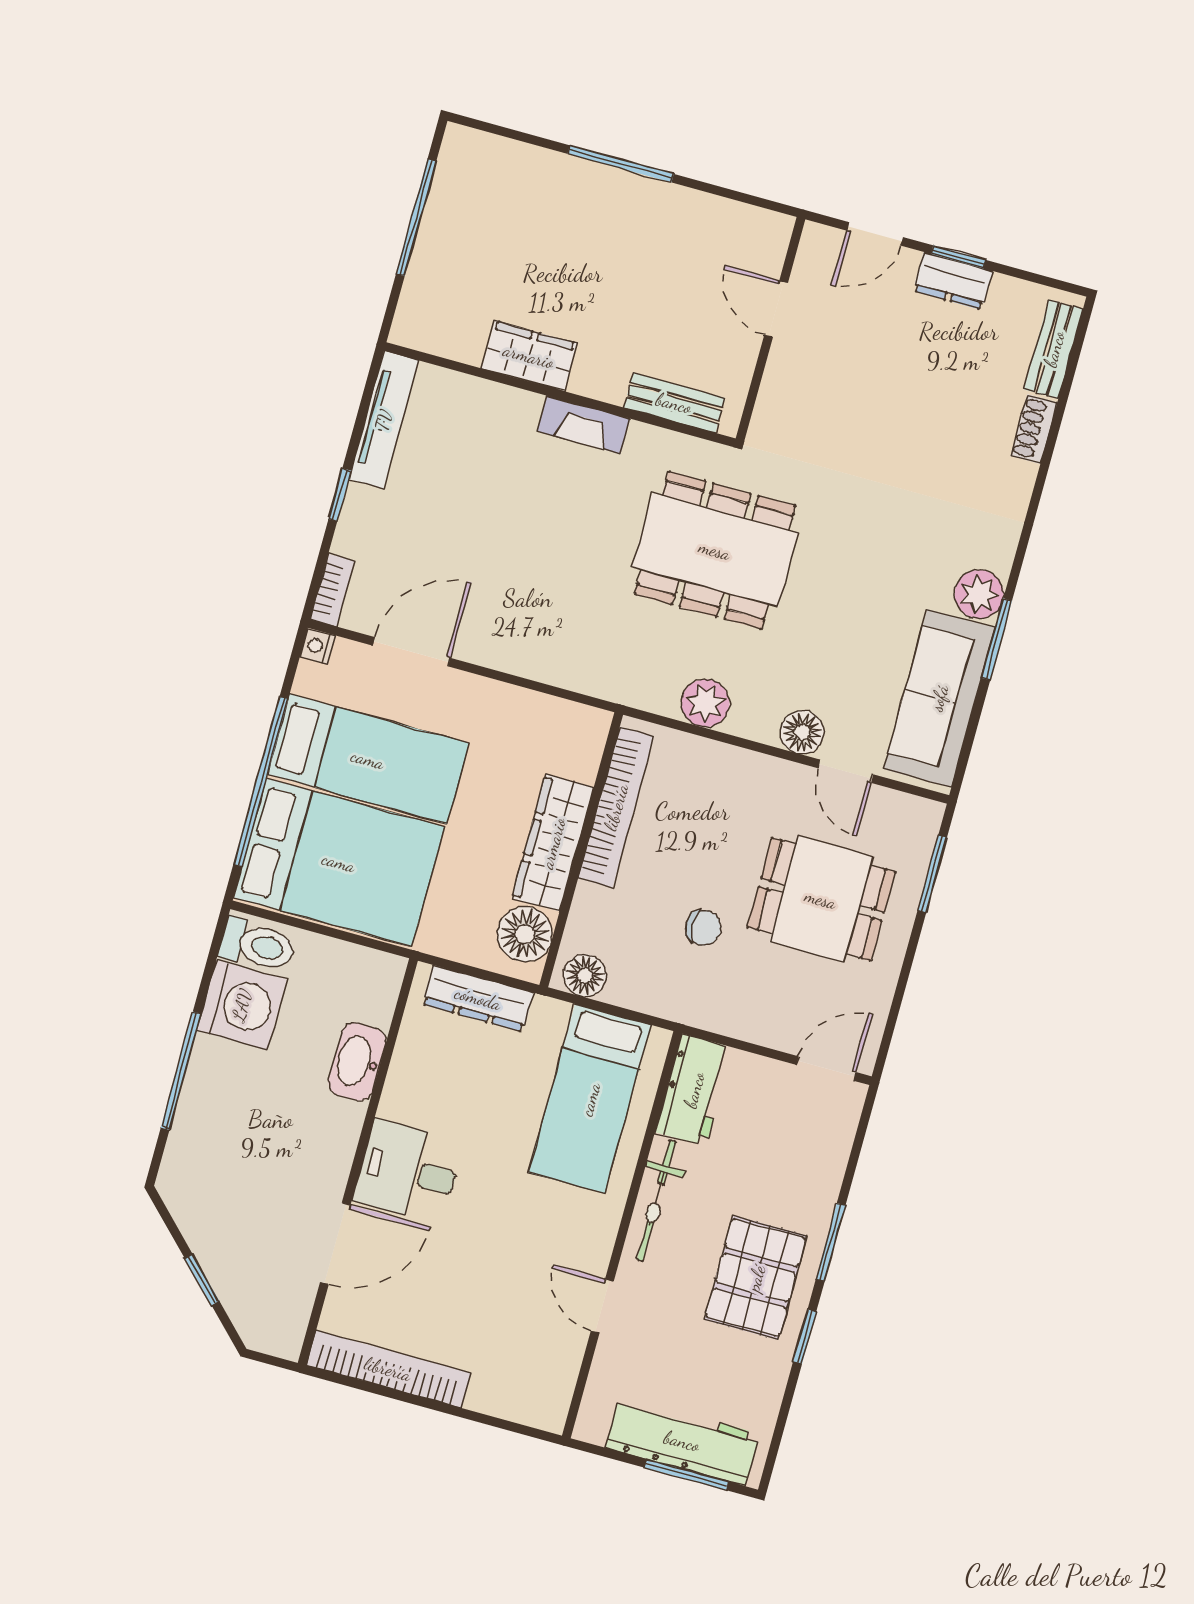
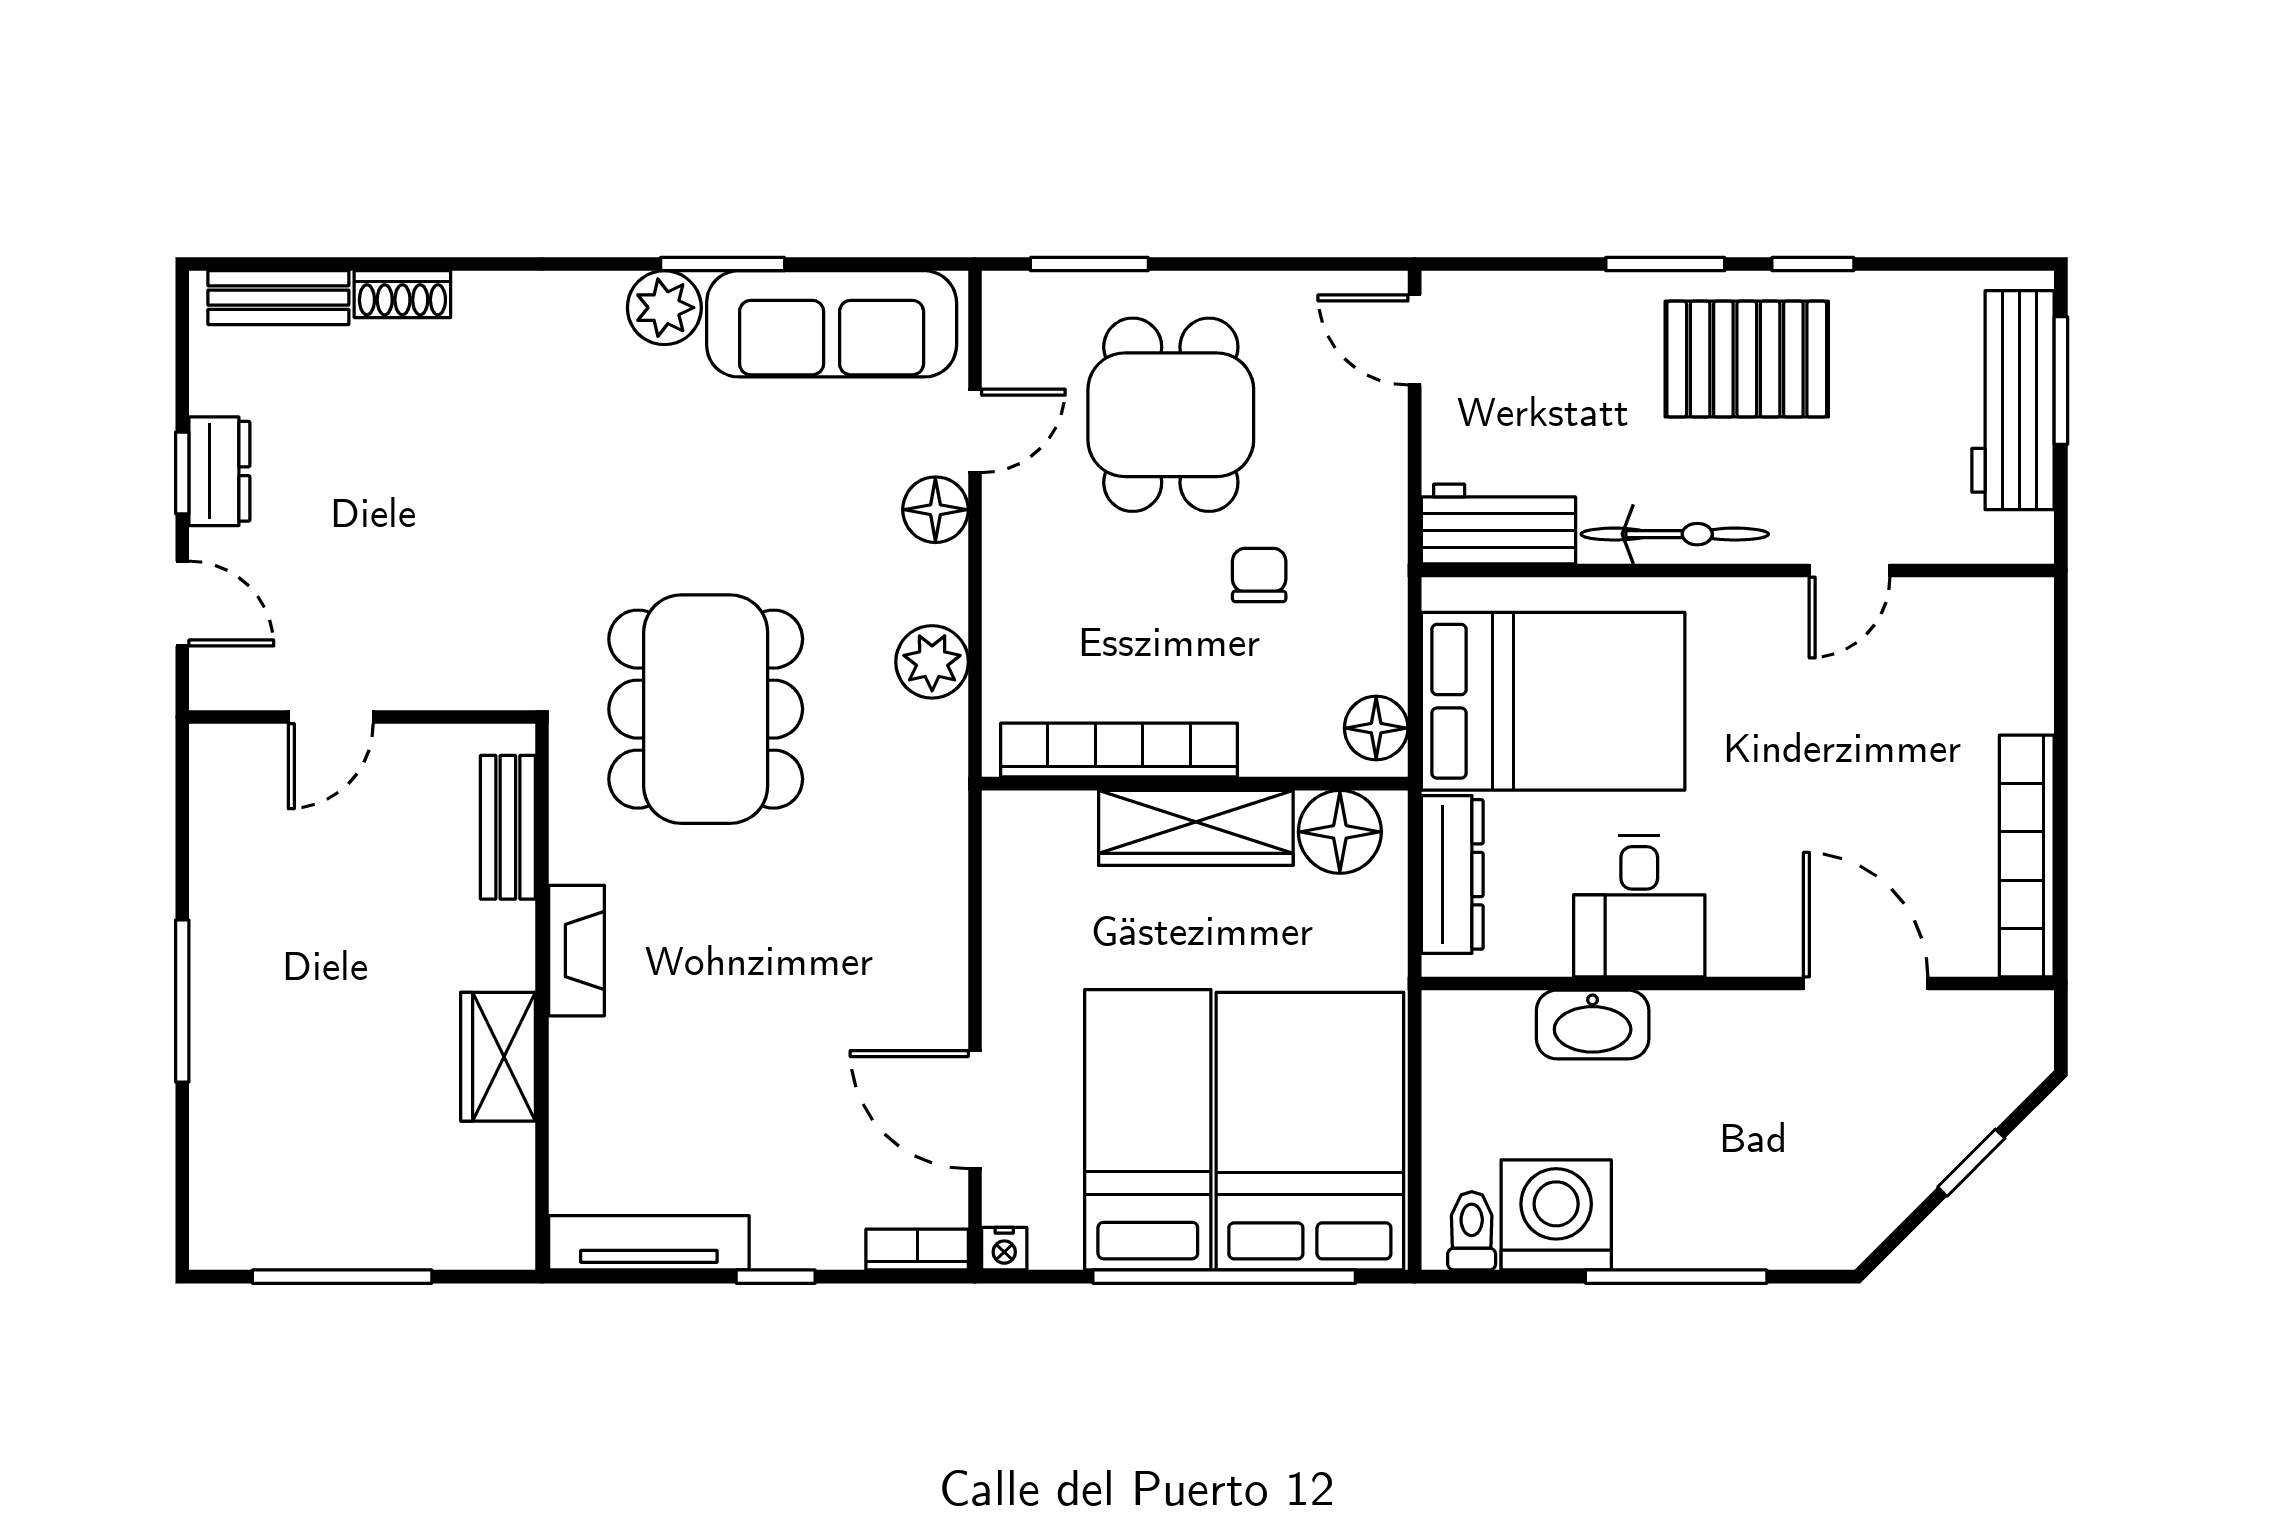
toilet: (258, 945) -> (1472, 1231), width x0.73, depth x0.72
bed: (590, 1099) -> (1553, 701), width x1.50
desk: (408, 1171) -> (1639, 906), moved

